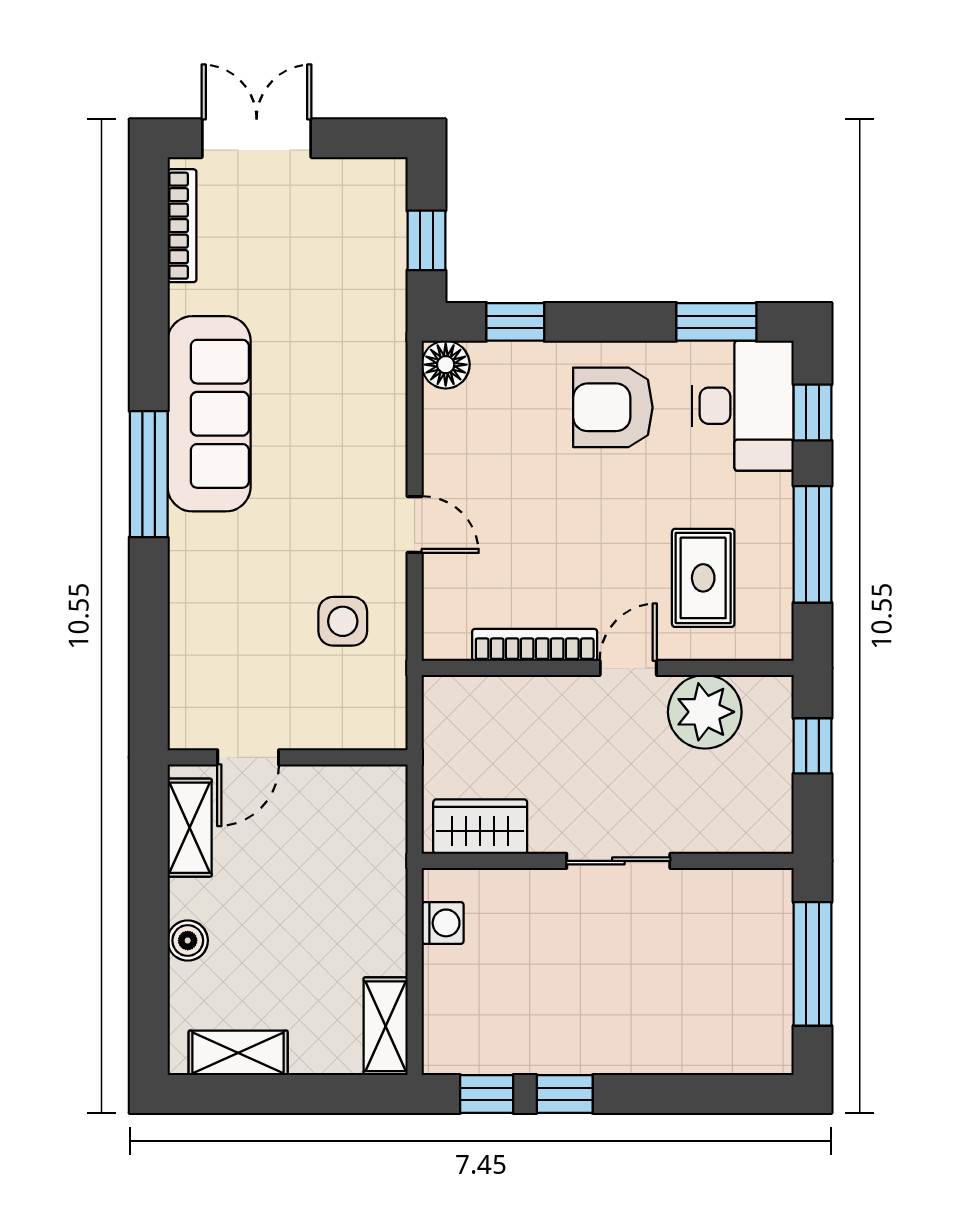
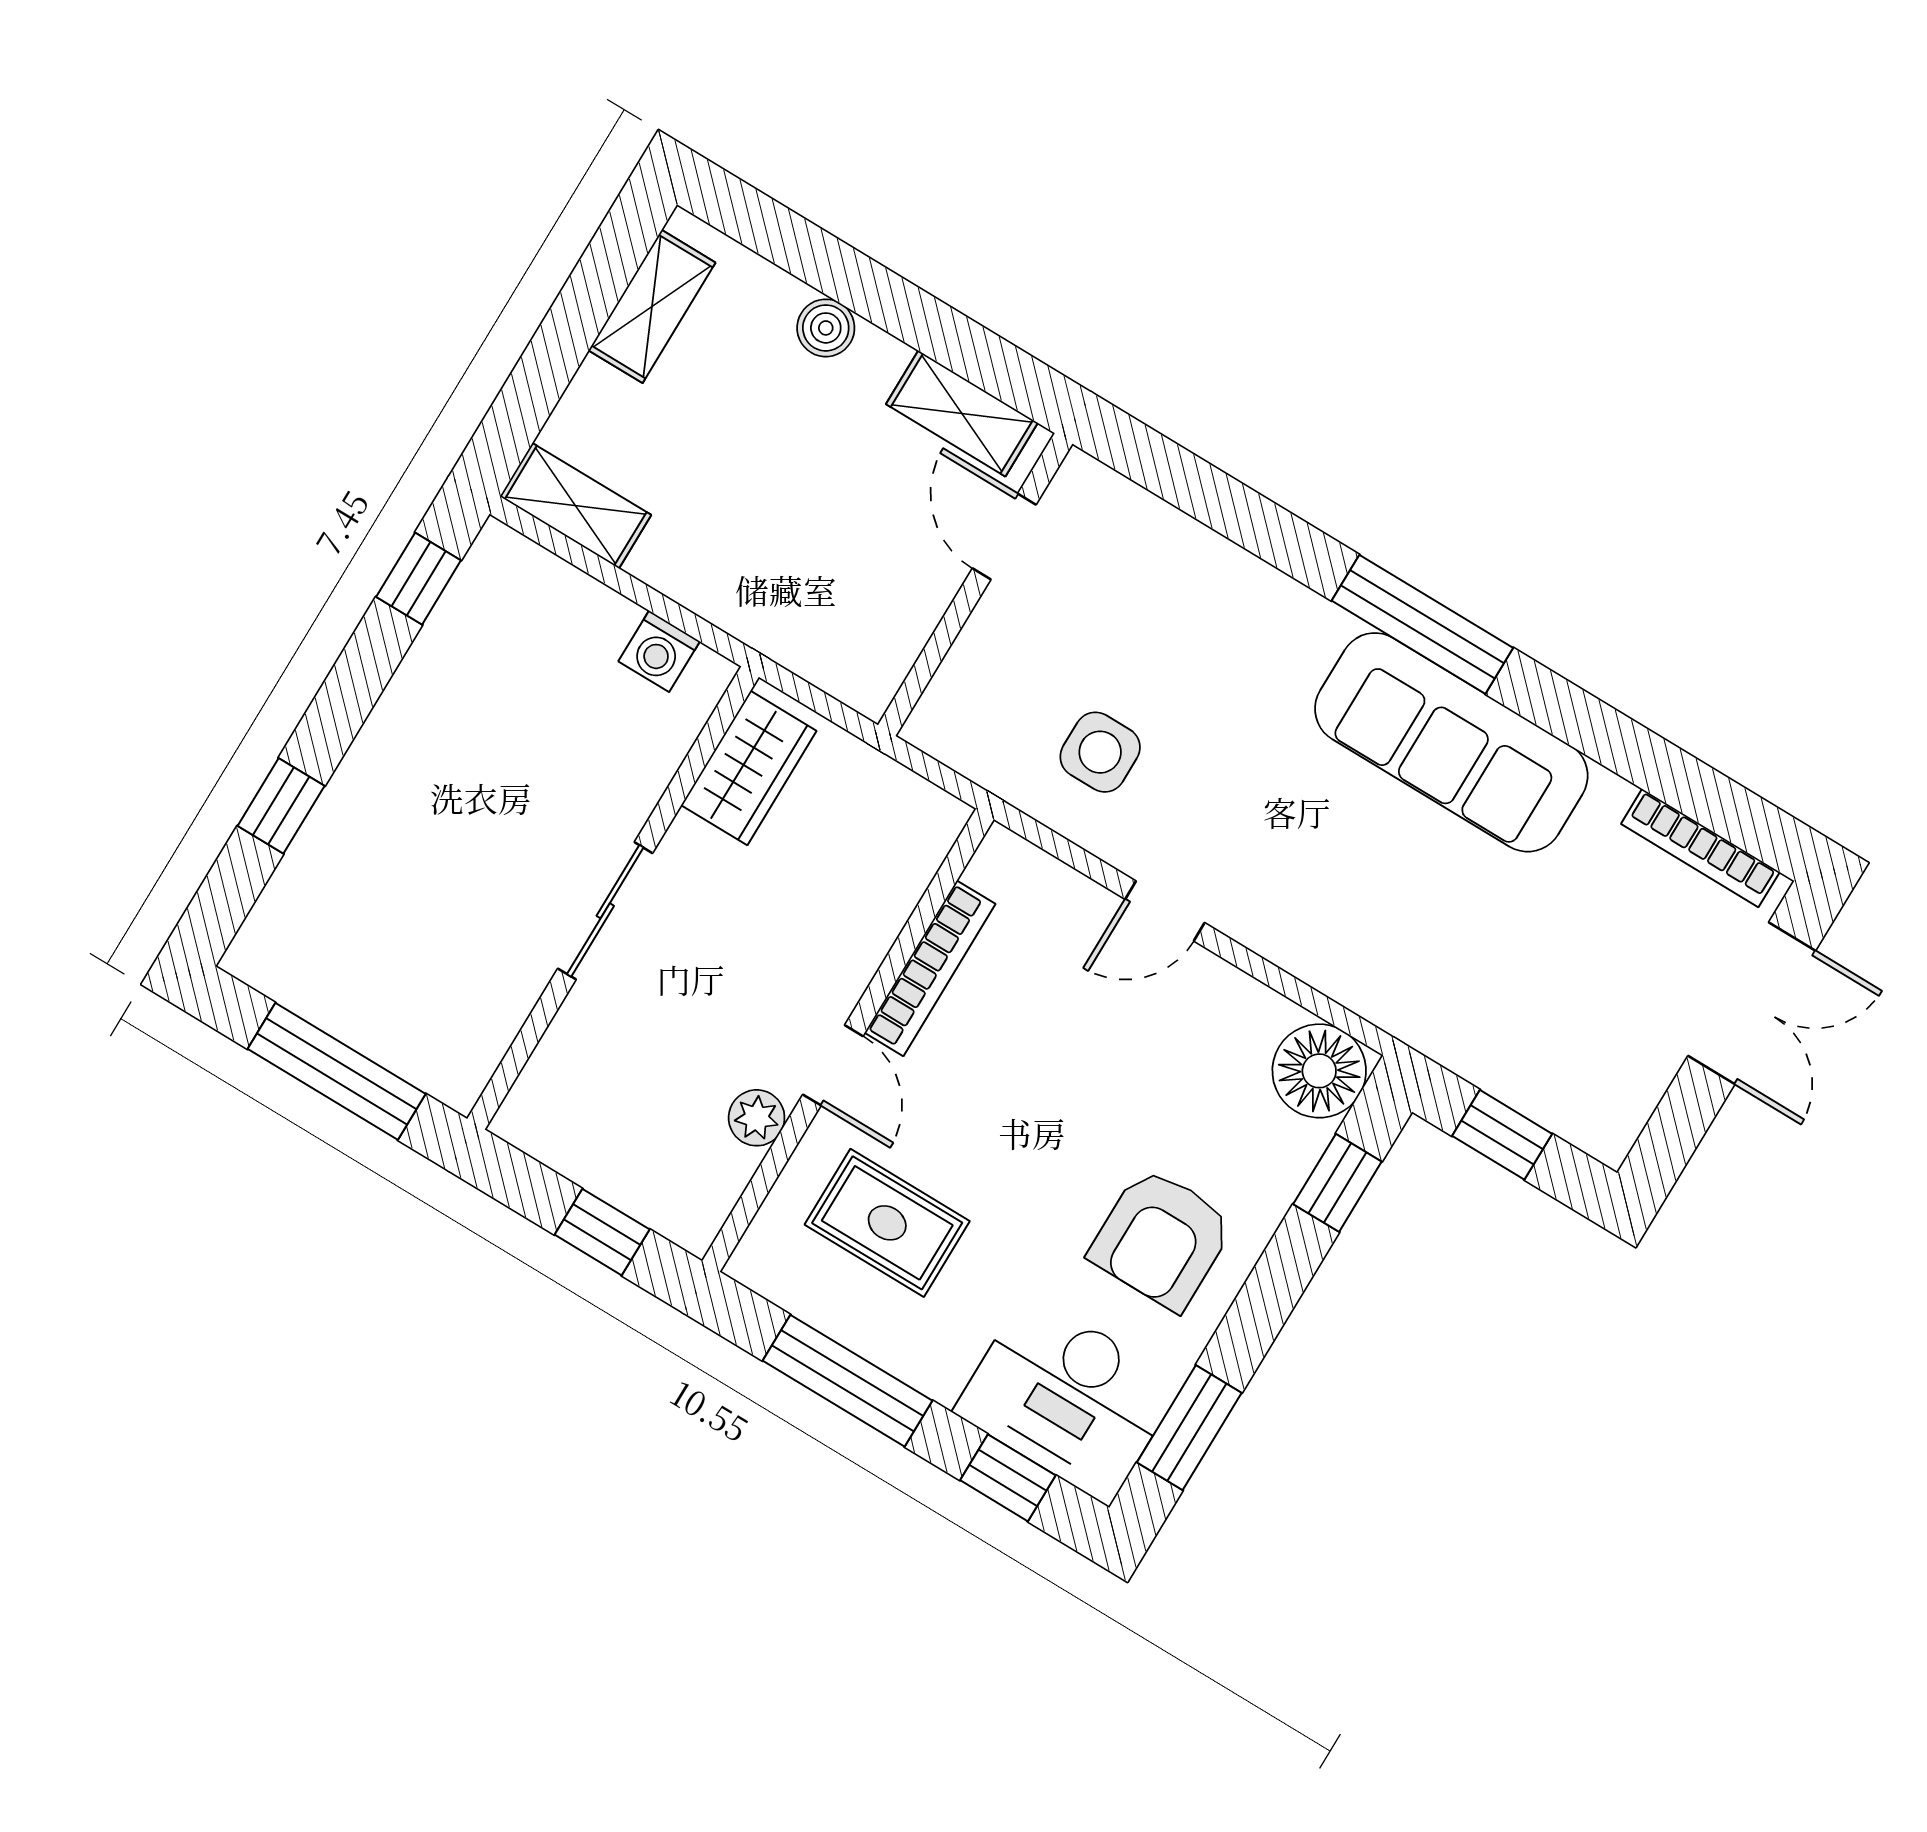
floor lamp: (446, 365) -> (1319, 1071), width x1.38, depth x1.38
armchair: (613, 407) -> (1161, 1239), turned 180
plant: (705, 712) -> (757, 1118), width x0.53, depth x0.53
window: (565, 1094) -> (281, 806), moved

